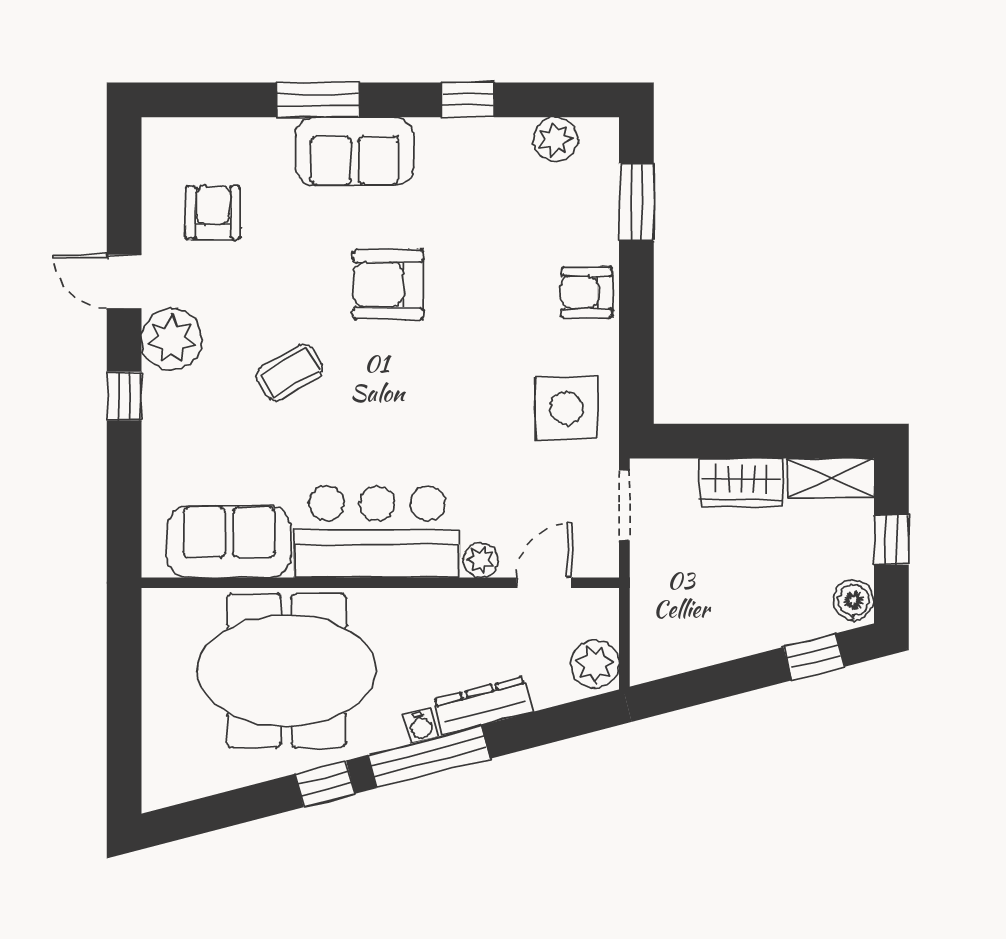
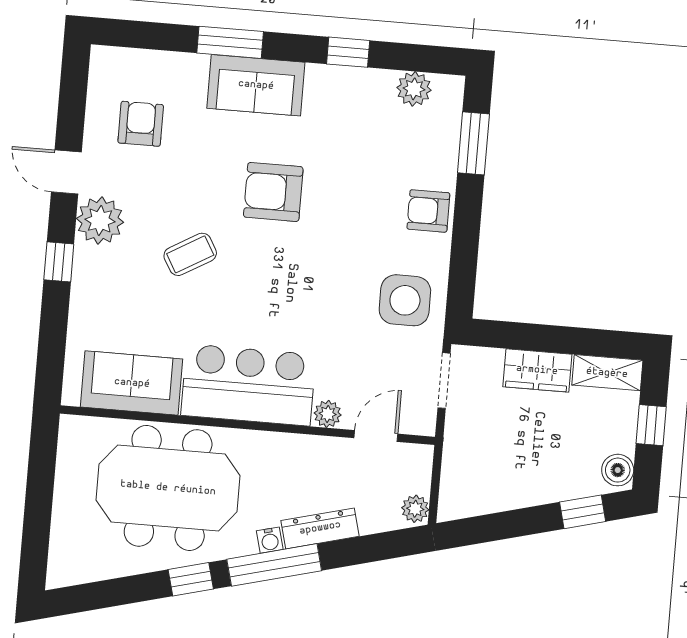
plant: (595, 664) -> (415, 509), width x0.73, depth x0.73

